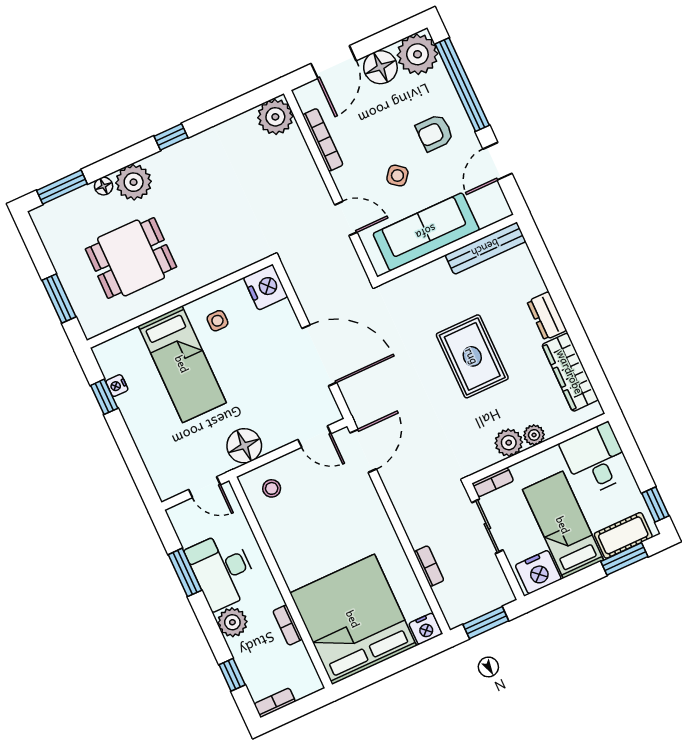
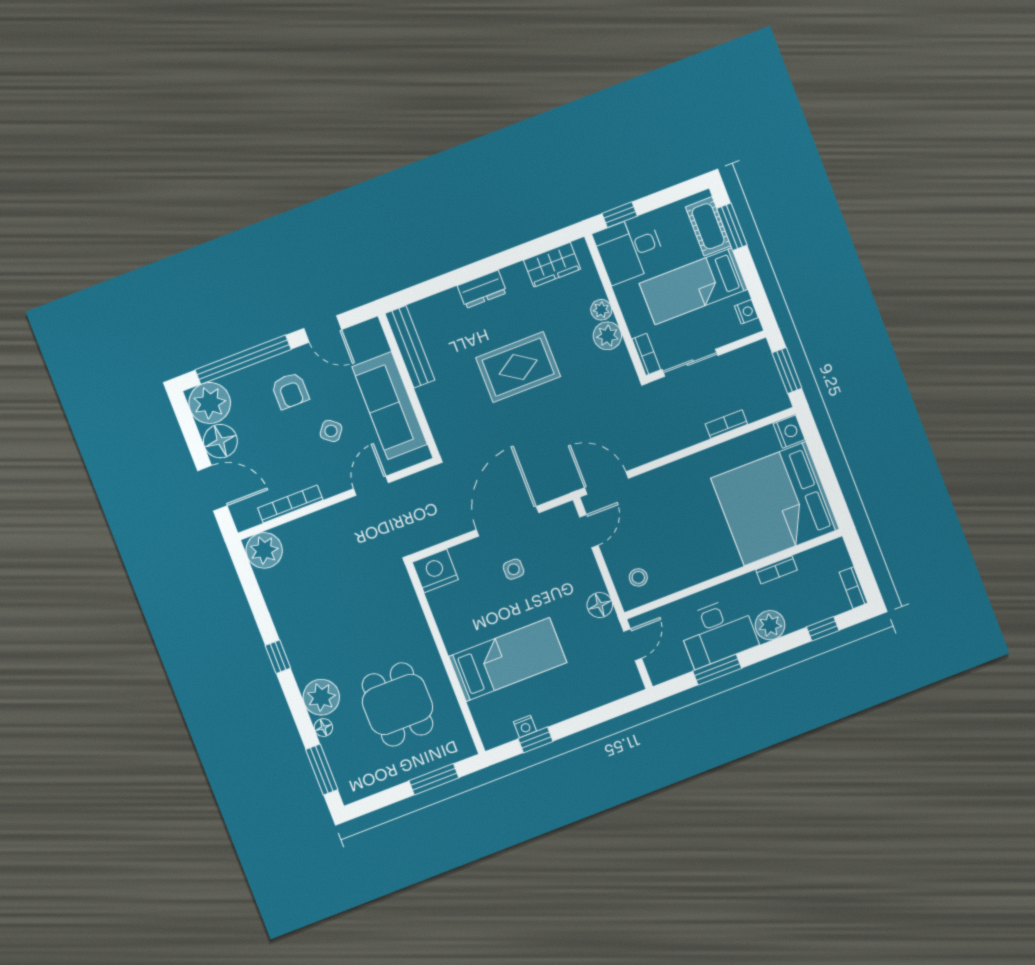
side table: (217, 321) -> (514, 569), moved
wardrobe: (570, 372) -> (552, 265), width x0.67
floor lamp: (244, 446) -> (600, 605), width x0.73, depth x0.73
window: (655, 505) -> (620, 215), moved
nightstand: (538, 572) -> (746, 312), width x0.53, depth x0.56

